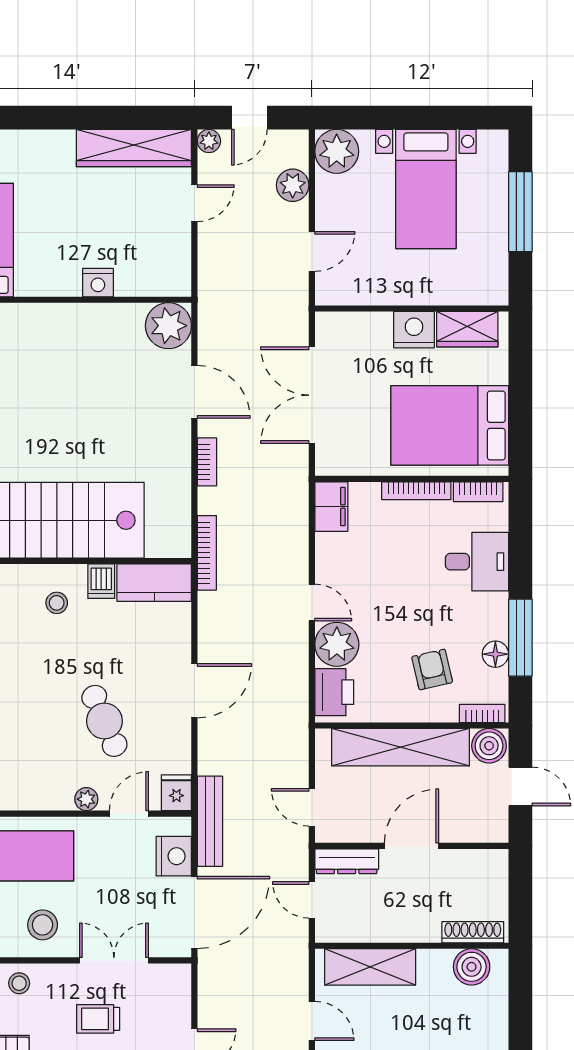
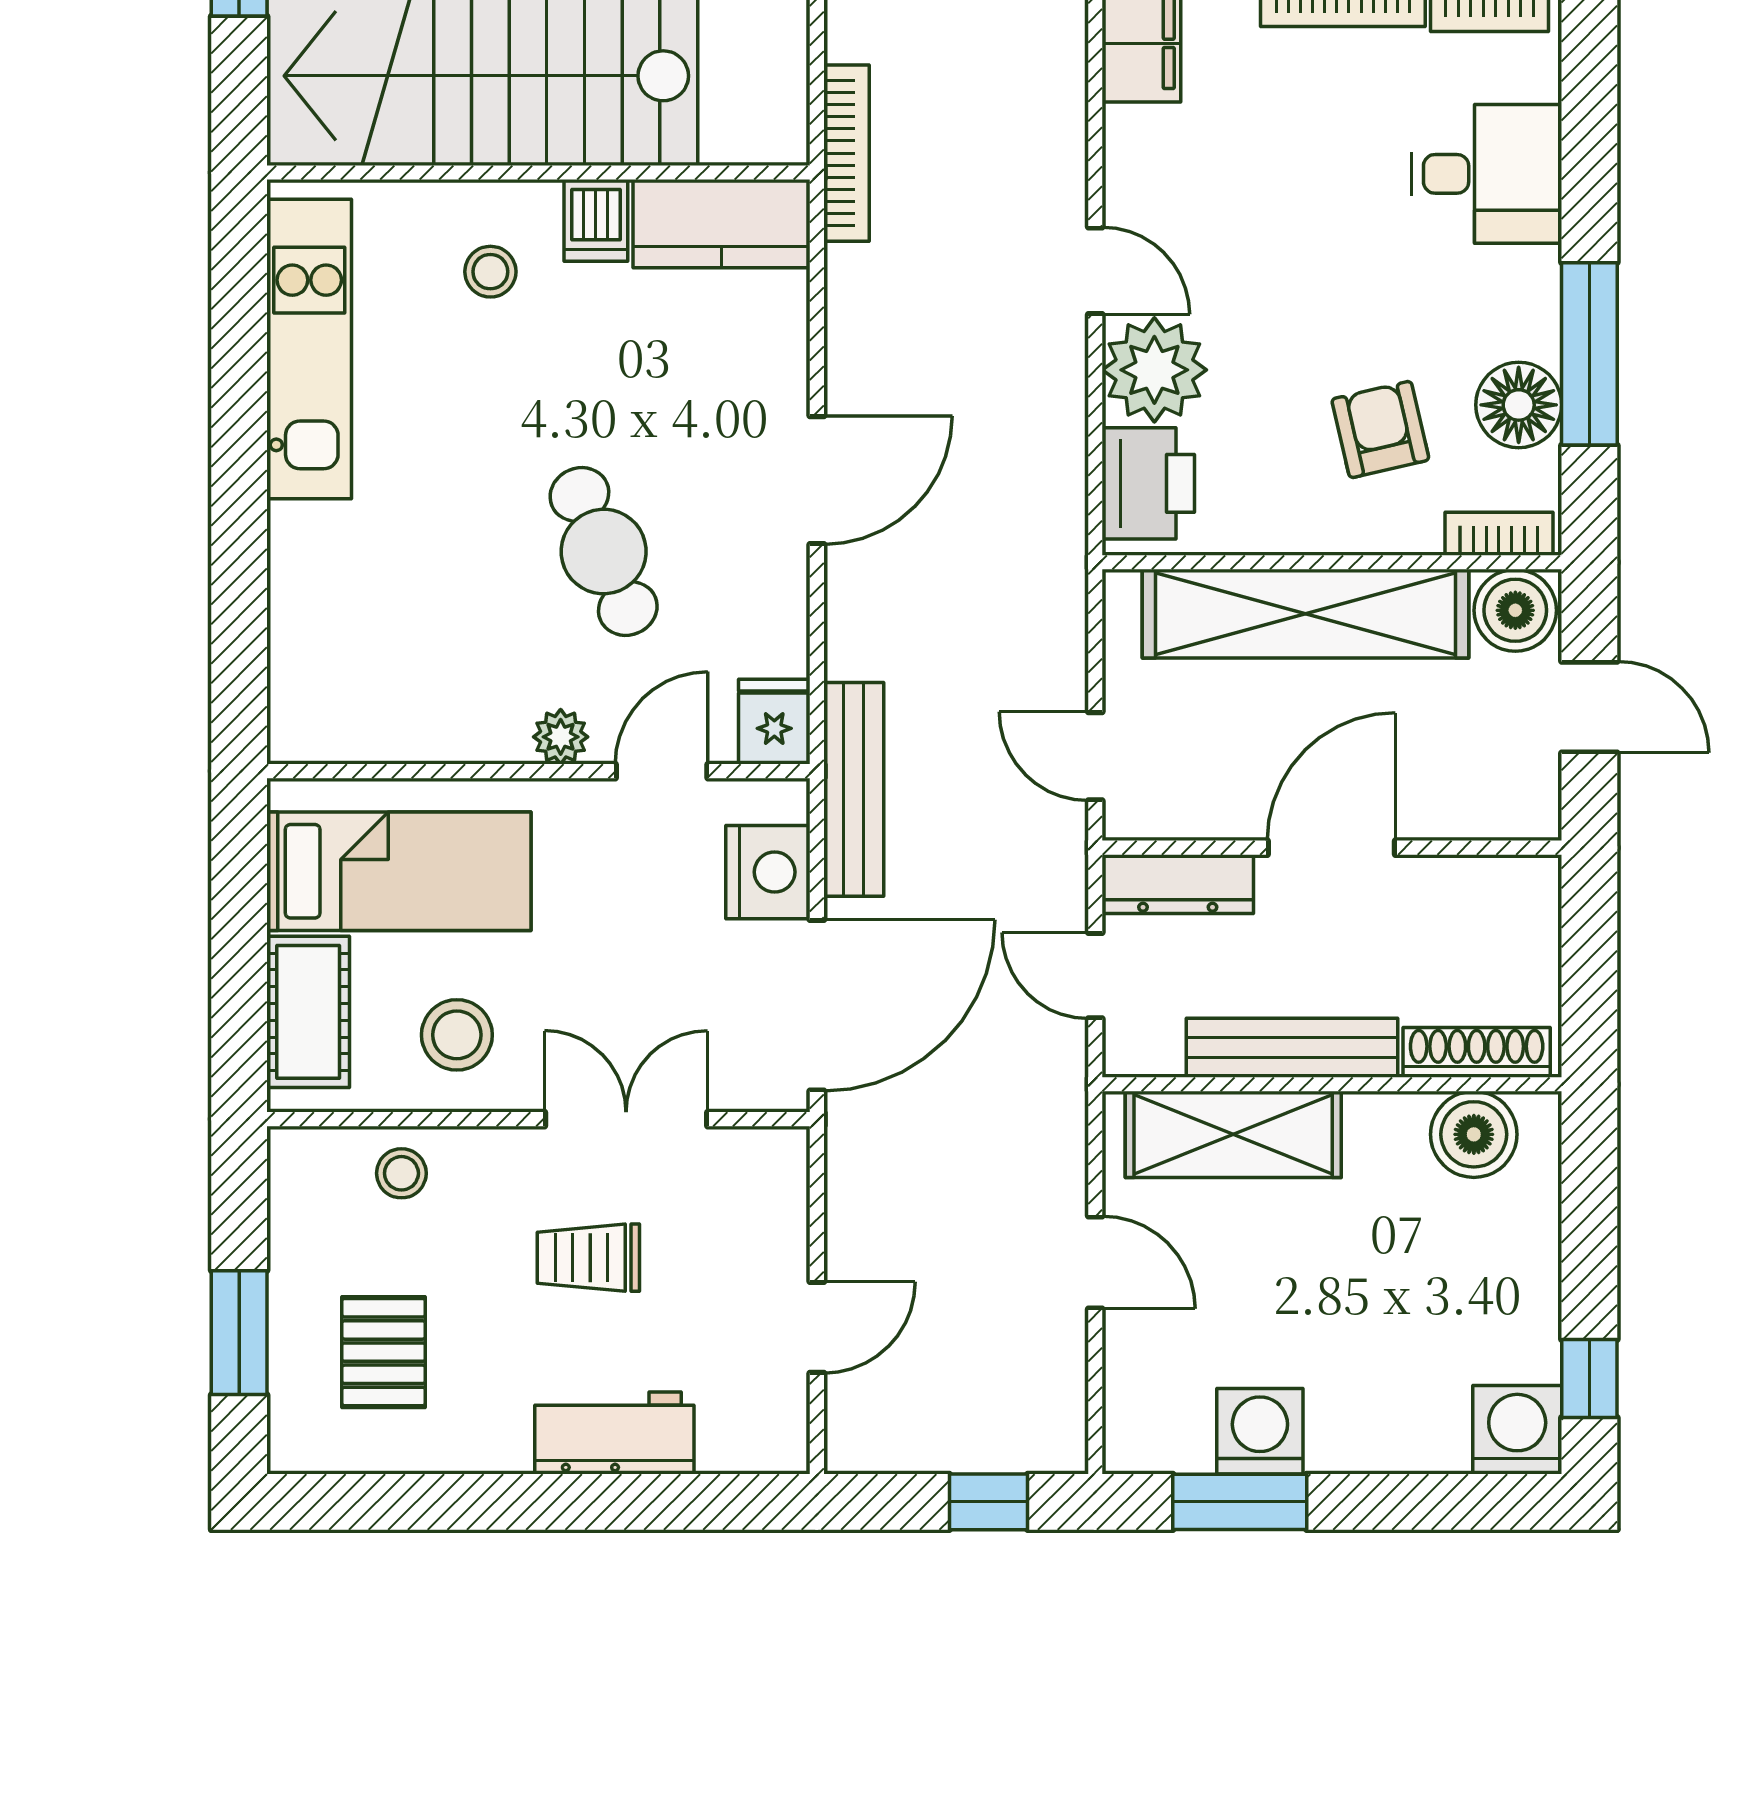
floor lamp: (495, 654) -> (1519, 405), width x1.38, depth x1.38
bench: (395, 930) -> (1292, 1048), added

